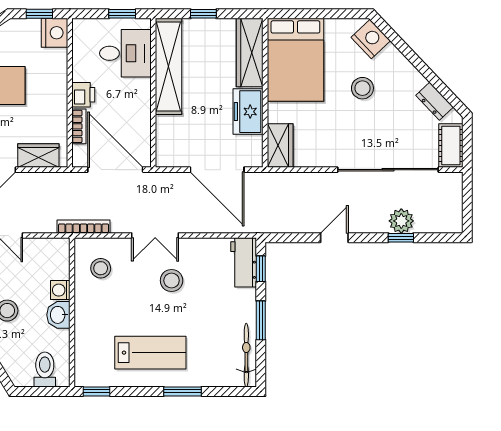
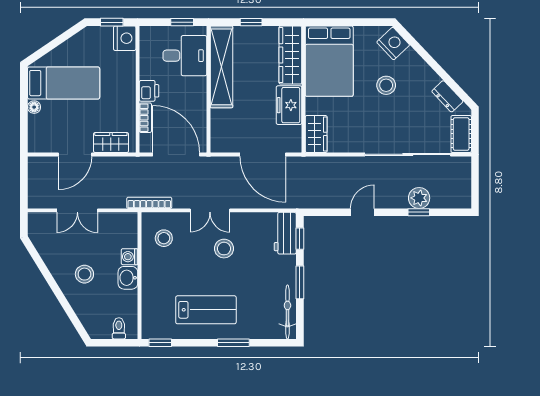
toilet: (45, 370) -> (119, 328), width x0.73, depth x0.72

